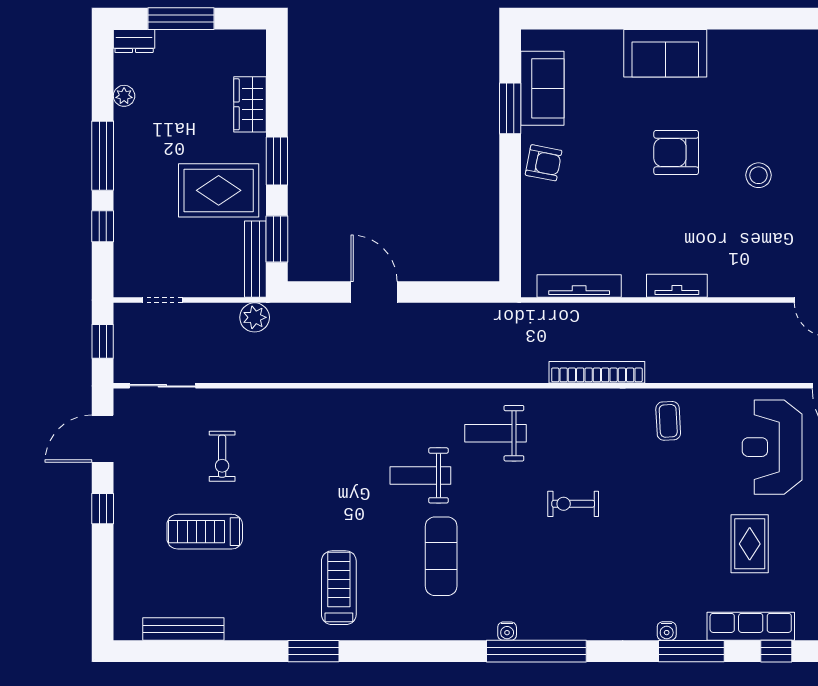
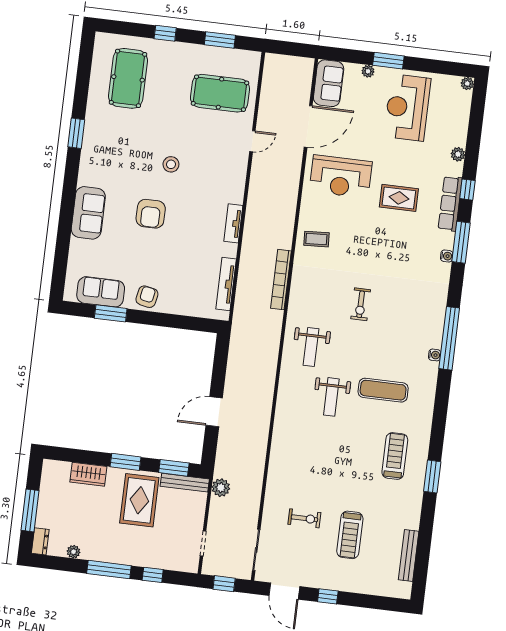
window: (790, 19) -> (76, 133), added
treadmill: (339, 588) -> (395, 456), turned 90

